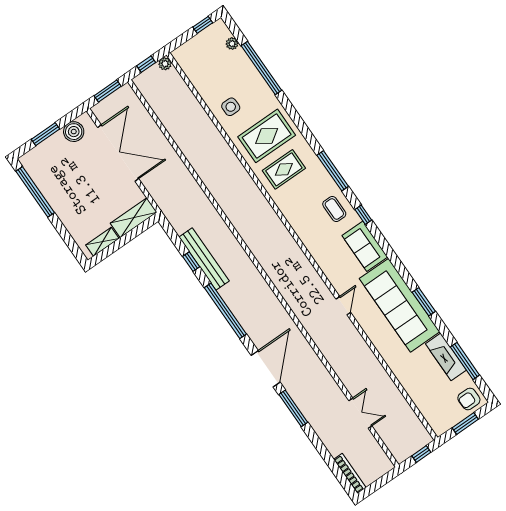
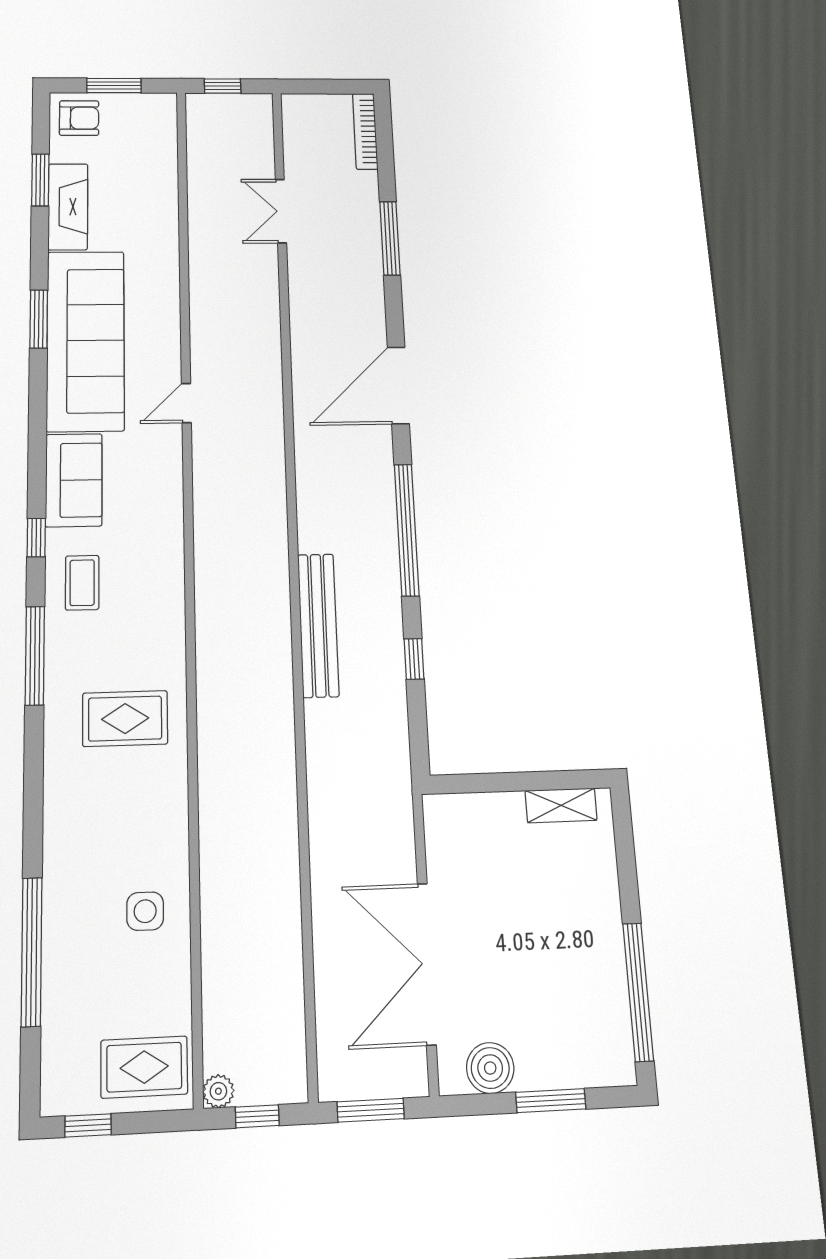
plant: (232, 44) -> (55, 1043), removed
rug: (267, 136) -> (144, 1067), moved, width x0.73, depth x0.70
shelving: (134, 218) -> (473, 813), removed
bench: (204, 259) -> (318, 625), moved
window: (465, 361) -> (40, 180), width x0.69
window: (293, 408) -> (390, 238), moved

